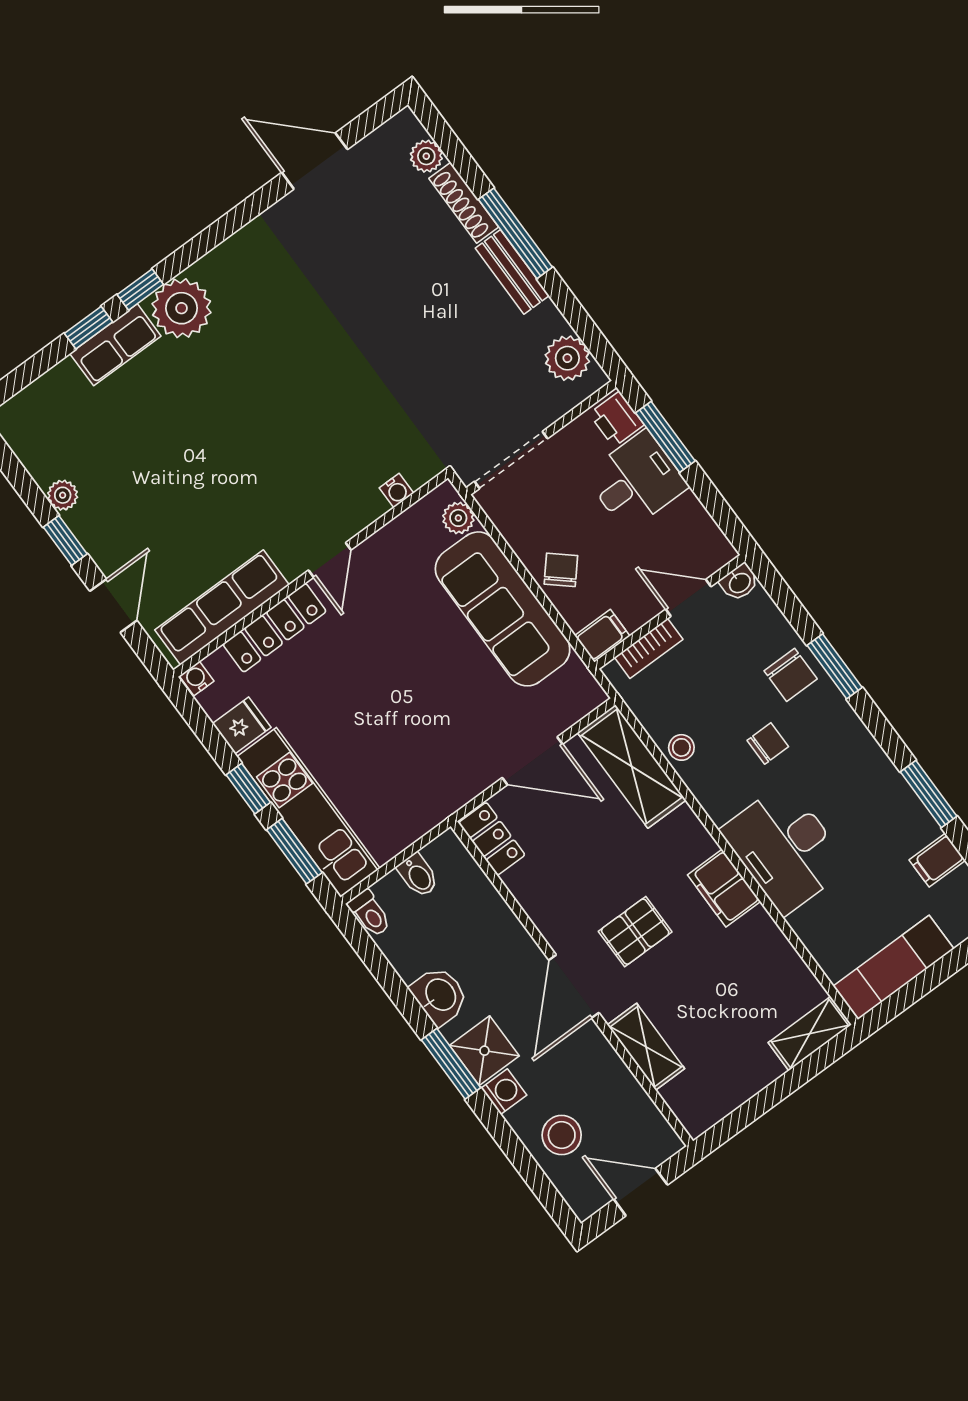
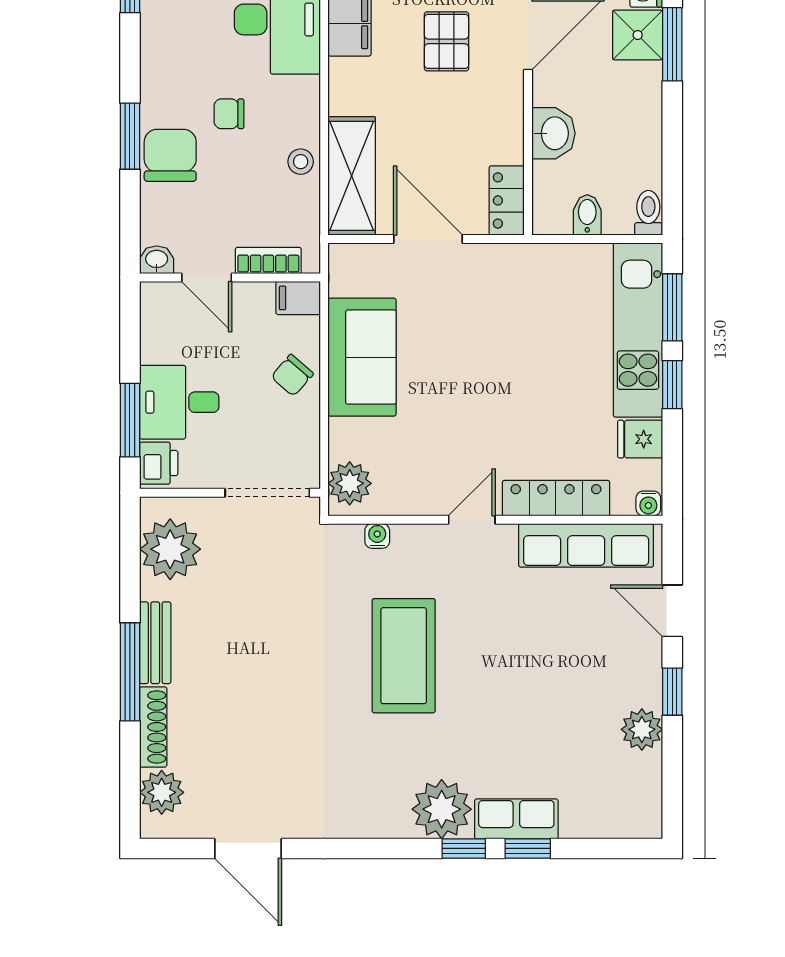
plant: (426, 156) -> (162, 792), width x1.38, depth x1.38
plant: (567, 358) -> (170, 549), width x1.36, depth x1.36
coffee table: (304, 410) -> (404, 656), added
plant: (63, 495) -> (642, 729), width x1.38, depth x1.38
plant: (458, 518) -> (350, 483), width x1.38, depth x1.38
door: (113, 606) -> (672, 611), hinge flipped
sofa: (503, 609) -> (362, 357), width x0.73
chair: (791, 675) -> (170, 155), width x1.37, depth x1.37
pallet: (635, 932) -> (447, 41), turned 90
washbasin: (440, 995) -> (554, 133), moved, turned 180

